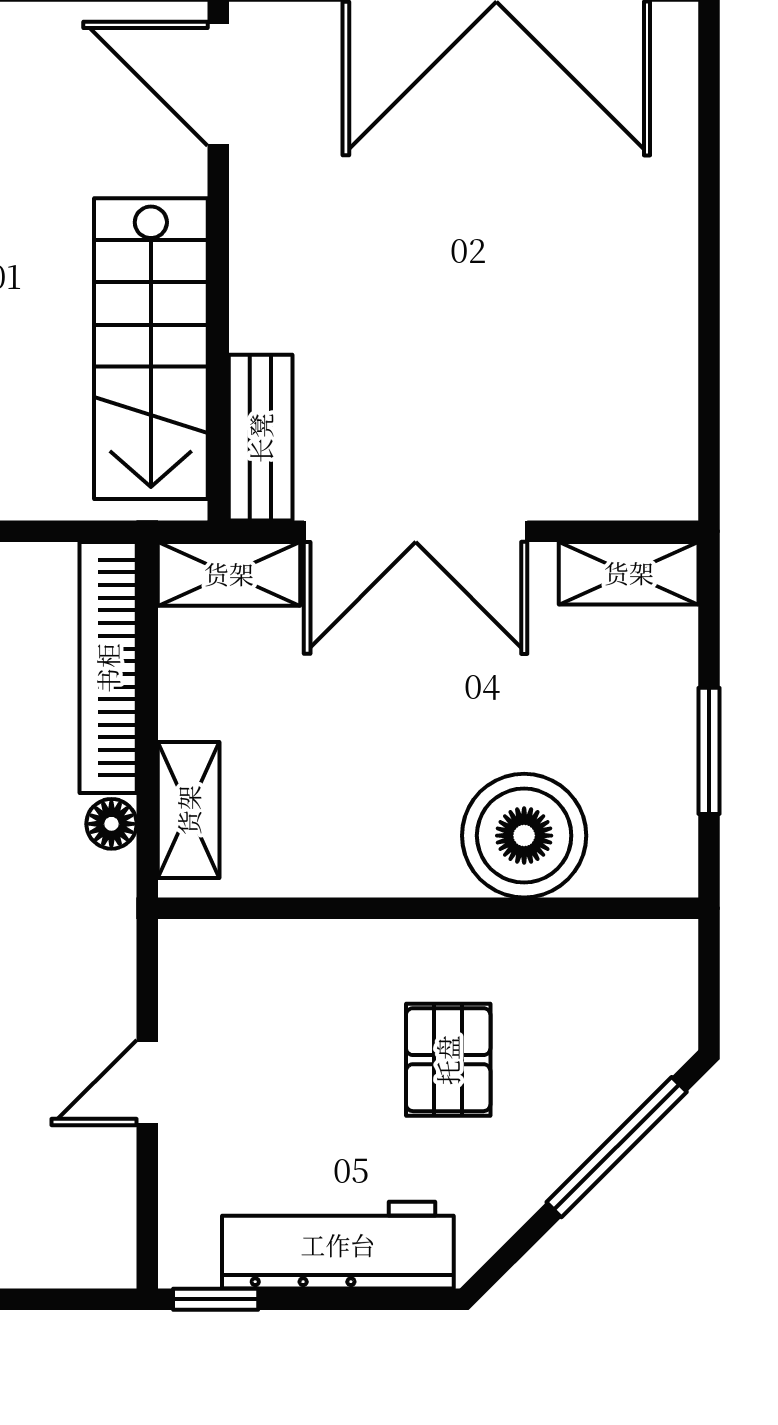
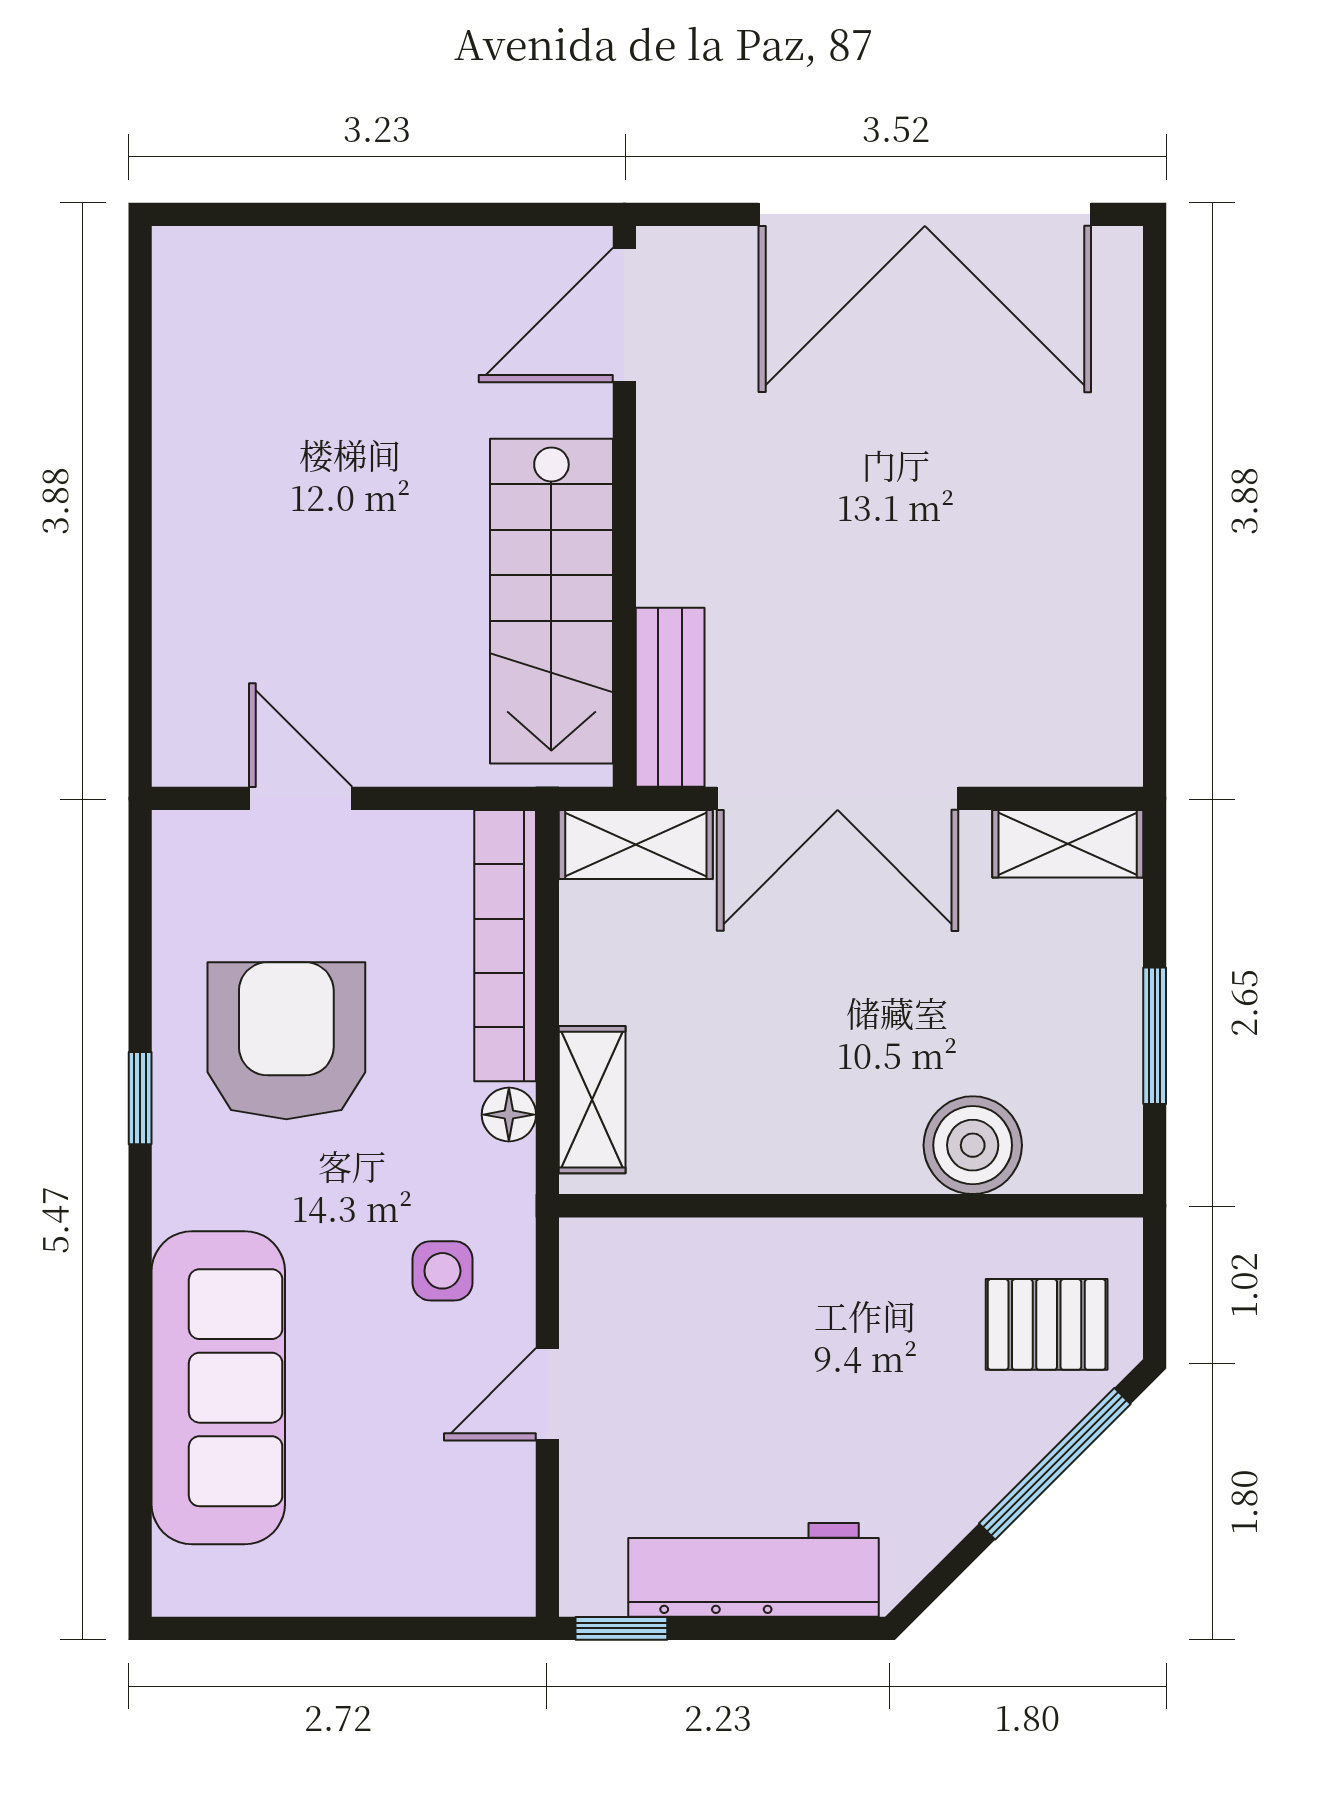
door: (218, 84) -> (624, 315), hinge flipped
boiler: (524, 836) -> (973, 1145), width x0.73, depth x0.73
side table: (50, 968) -> (442, 1271), added
pallet: (448, 1060) -> (1047, 1324), moved, turned 90

